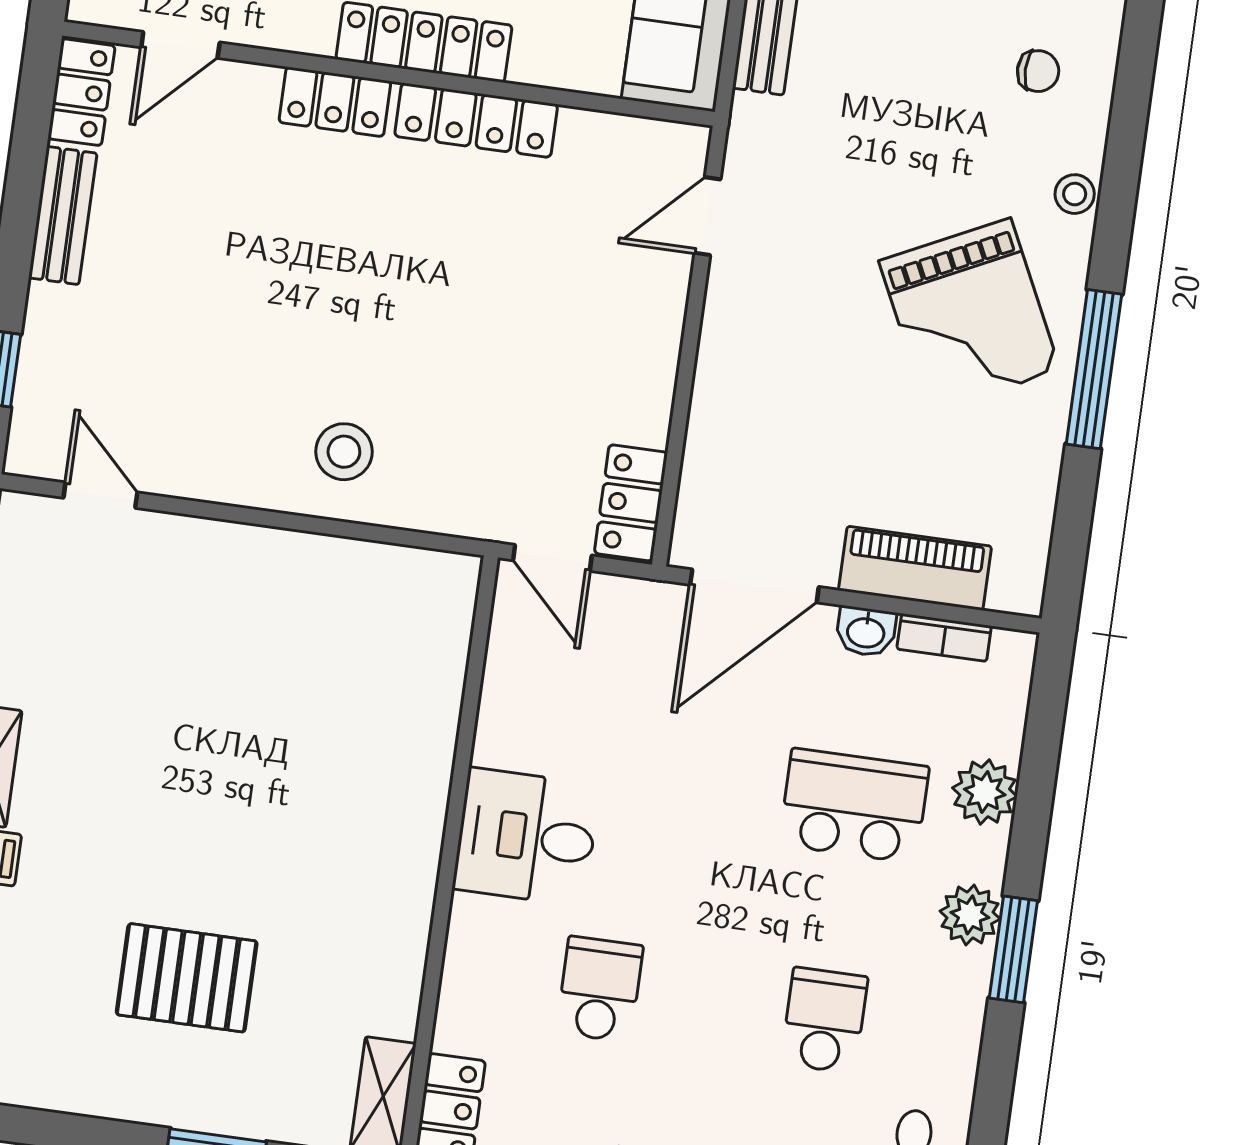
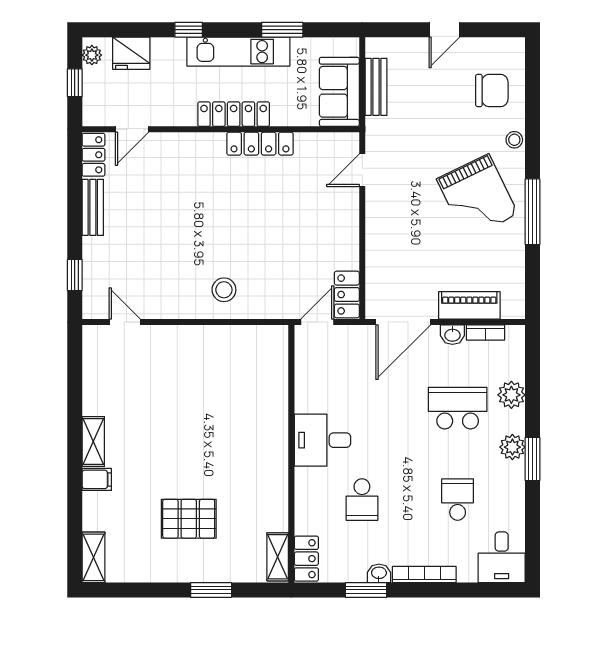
chair: (1038, 71) -> (492, 91), width x1.87, depth x1.87
locker: (335, 102) -> (200, 144), removed
door: (552, 558) -> (317, 322), swing flipped
school desk: (600, 989) -> (362, 500), turned 180

